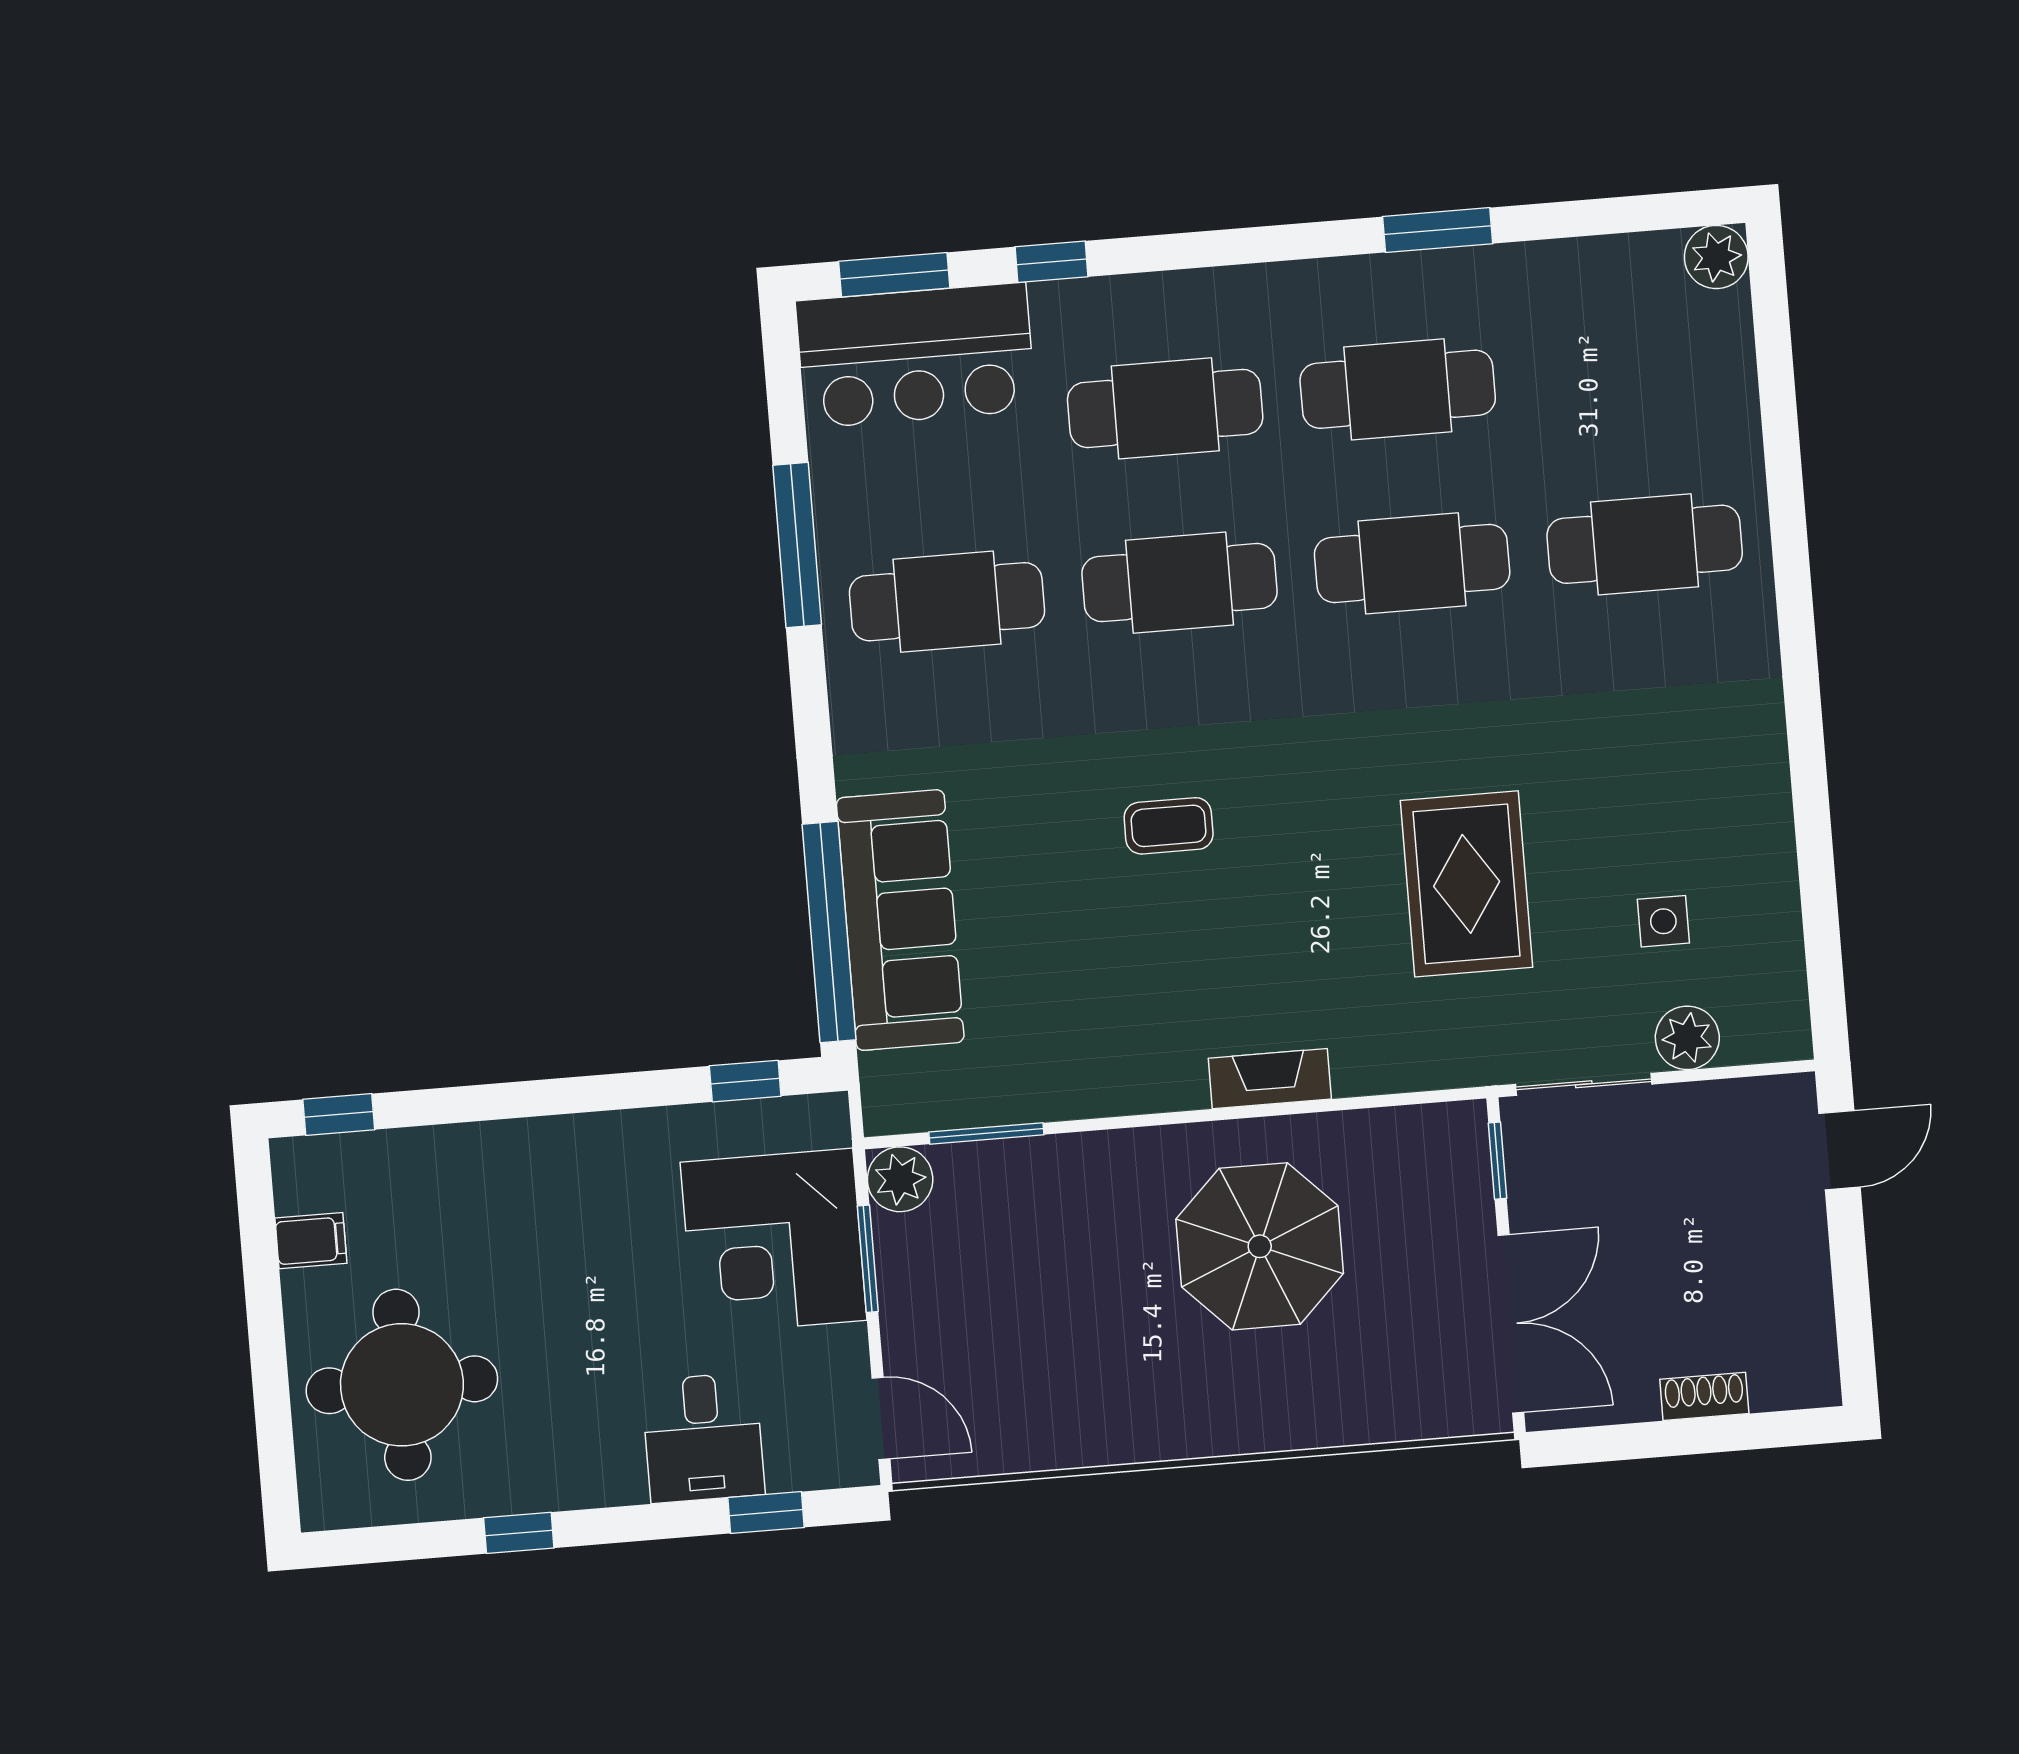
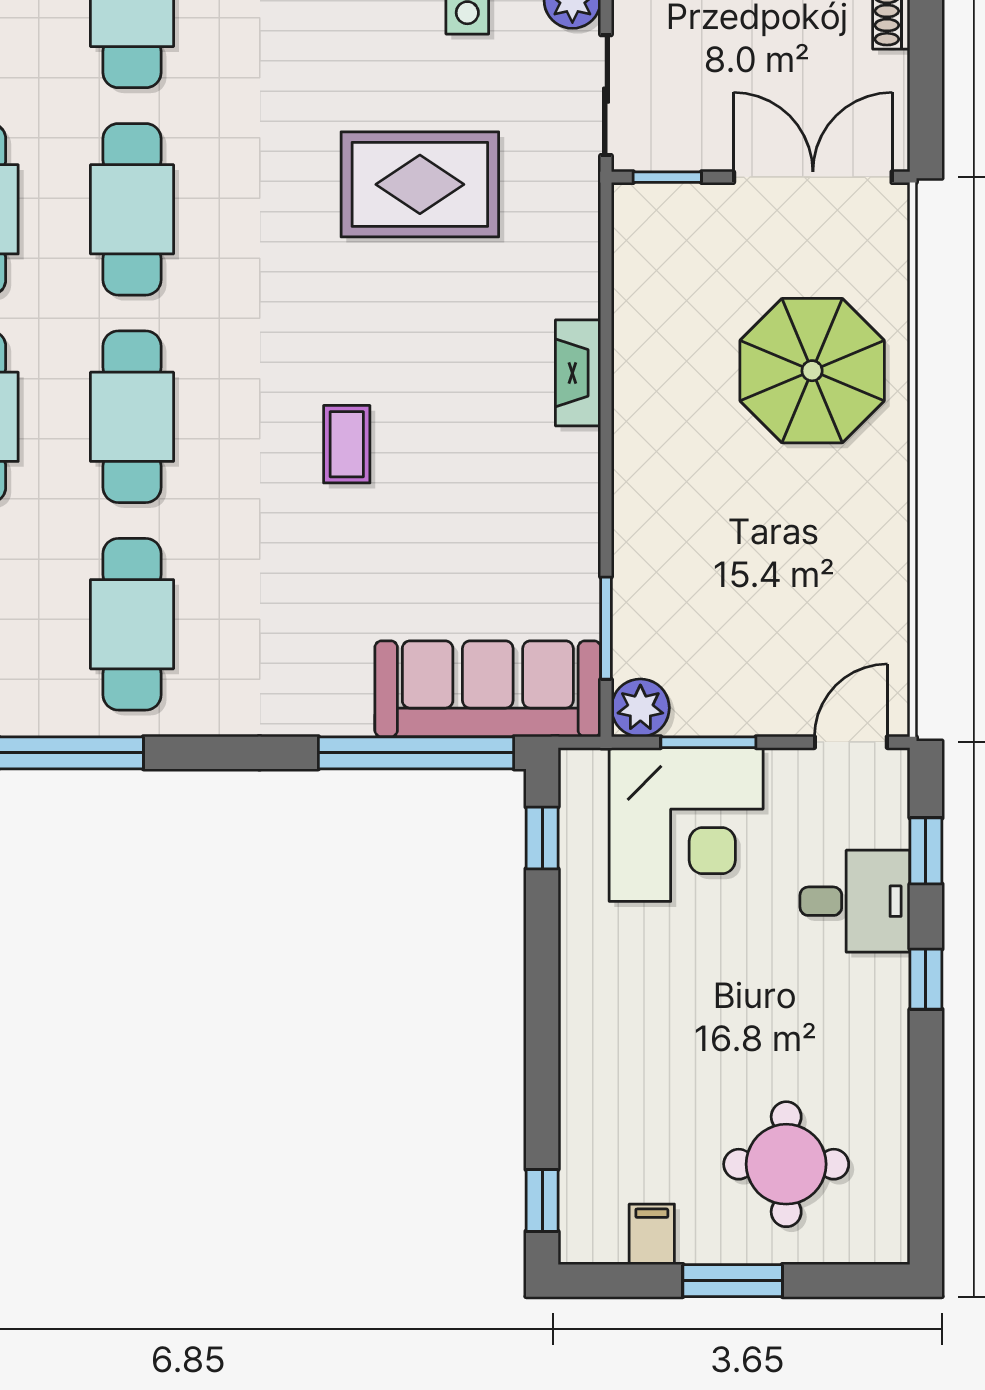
sofa: (900, 920) -> (488, 689), moved
parasol: (1260, 1246) -> (812, 371), moved
window: (267, 1336) -> (733, 1281), added
round table: (402, 1385) -> (786, 1164), width x0.73, depth x0.73
window: (519, 1533) -> (926, 979), moved

